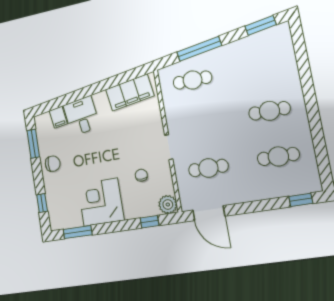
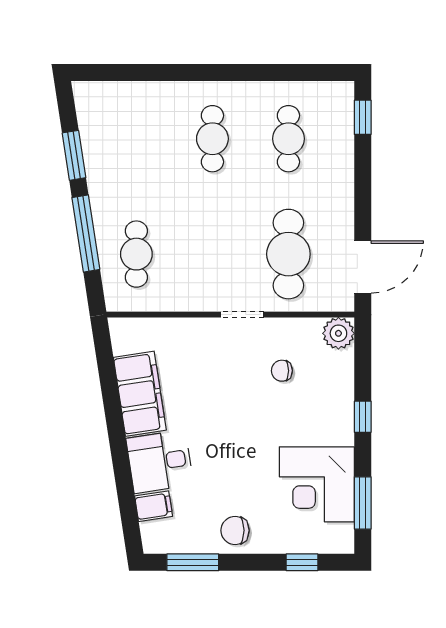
window: (261, 25) -> (74, 155), moved
filing cabinet: (130, 92) -> (140, 394), moved
chair: (53, 164) -> (235, 530), turned -90
cafe table: (208, 168) -> (288, 254), width x1.37, depth x1.35
corner desk: (101, 202) -> (317, 484), moved
window: (150, 222) -> (363, 417), moved

